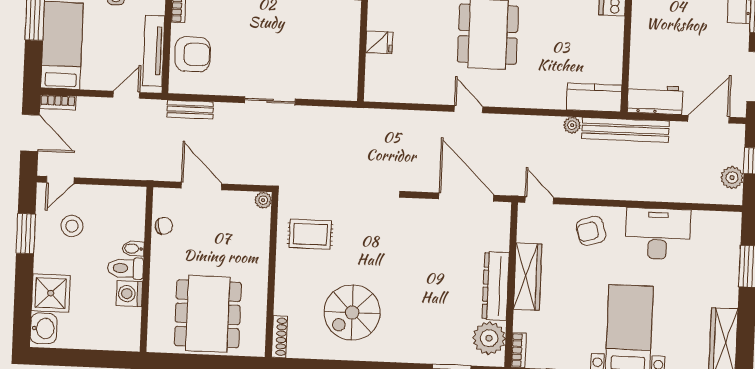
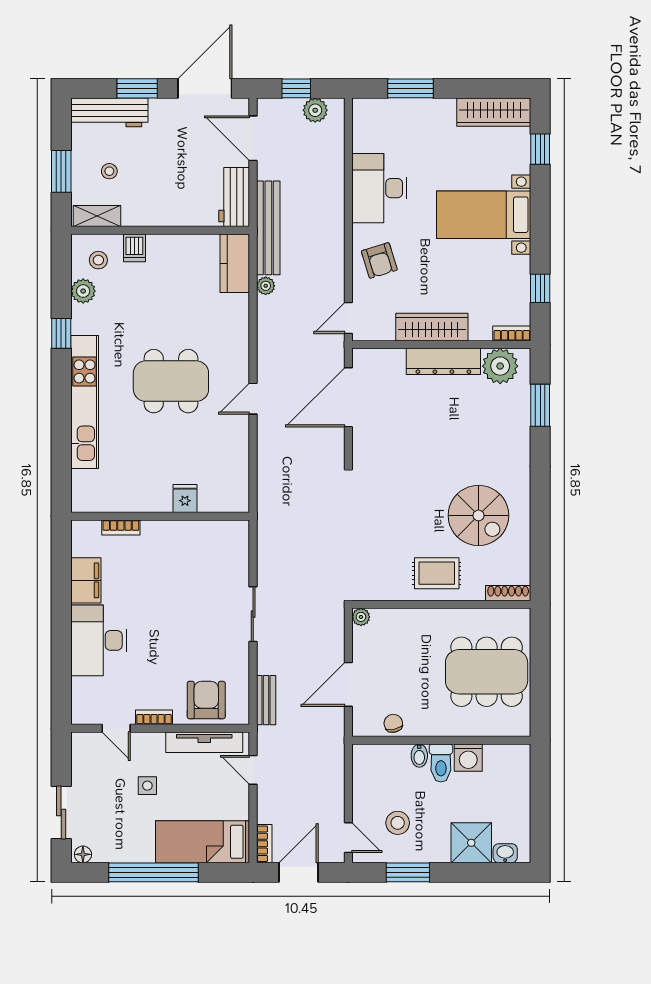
rug: (310, 234) -> (437, 573), moved, turned 90
washbasin: (44, 328) -> (505, 853), width x0.72, depth x0.69

